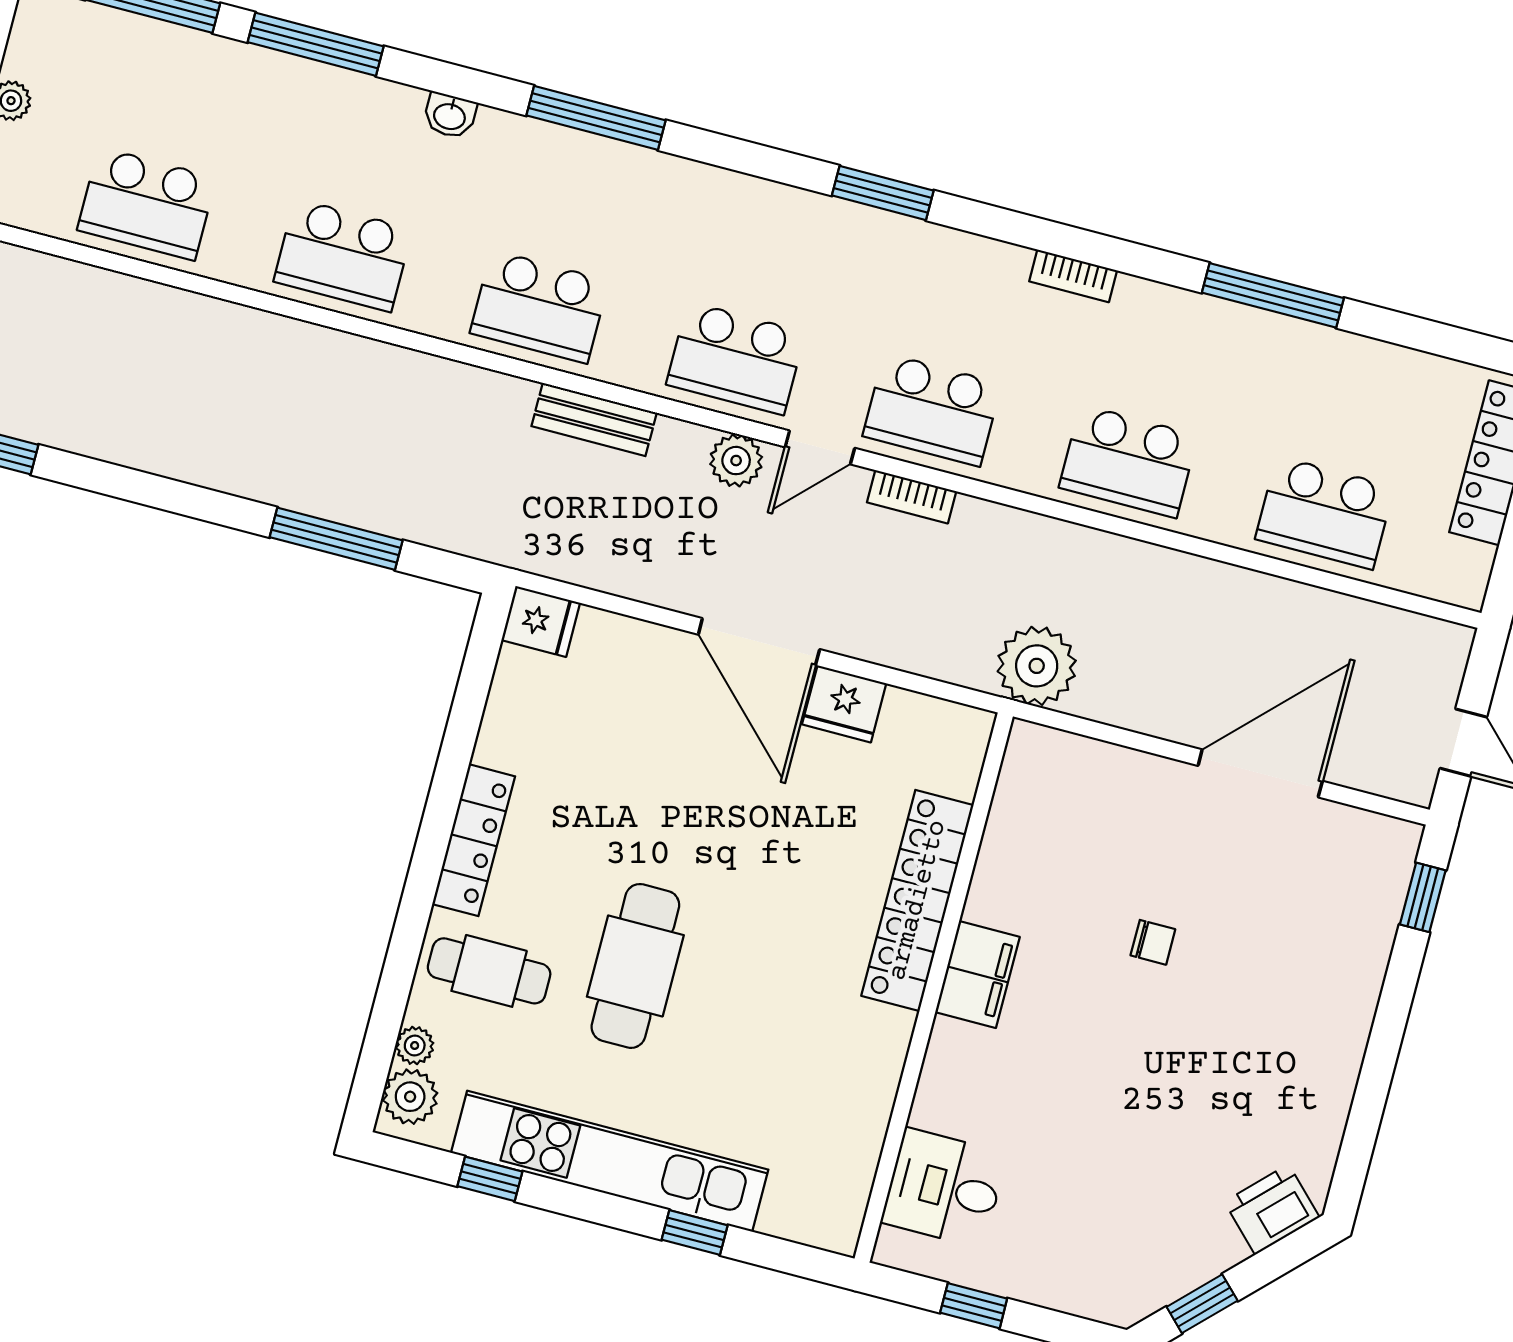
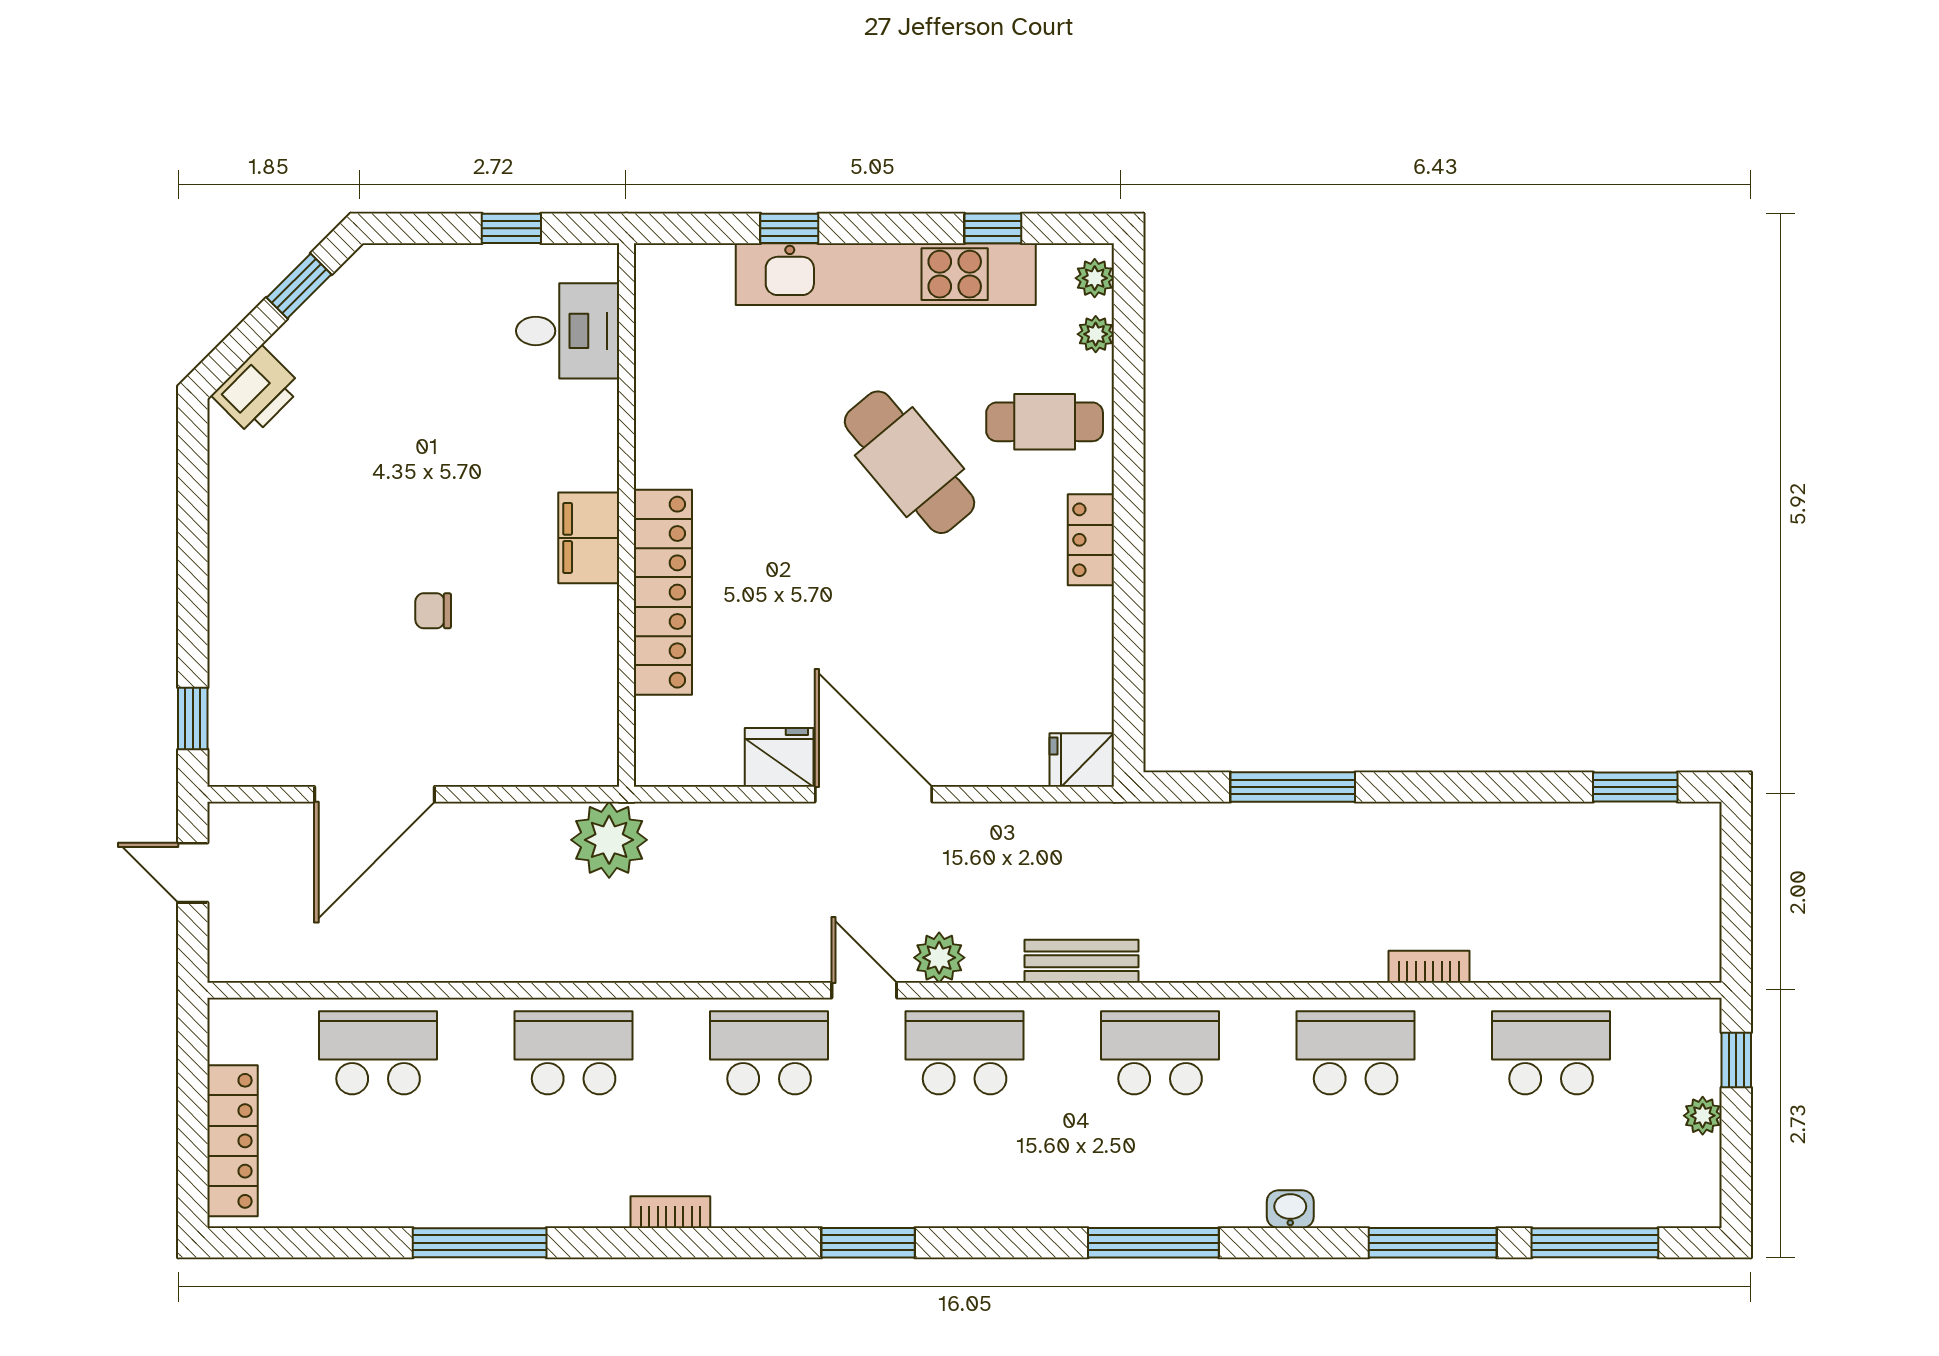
door: (820, 447) -> (864, 990), hinge flipped
bookcase: (912, 497) -> (1429, 967), moved
locker: (474, 840) -> (1091, 540), width x0.66
cafe table: (635, 966) -> (910, 462), turned -40
plant: (410, 1097) -> (1095, 278), width x0.73, depth x0.73

